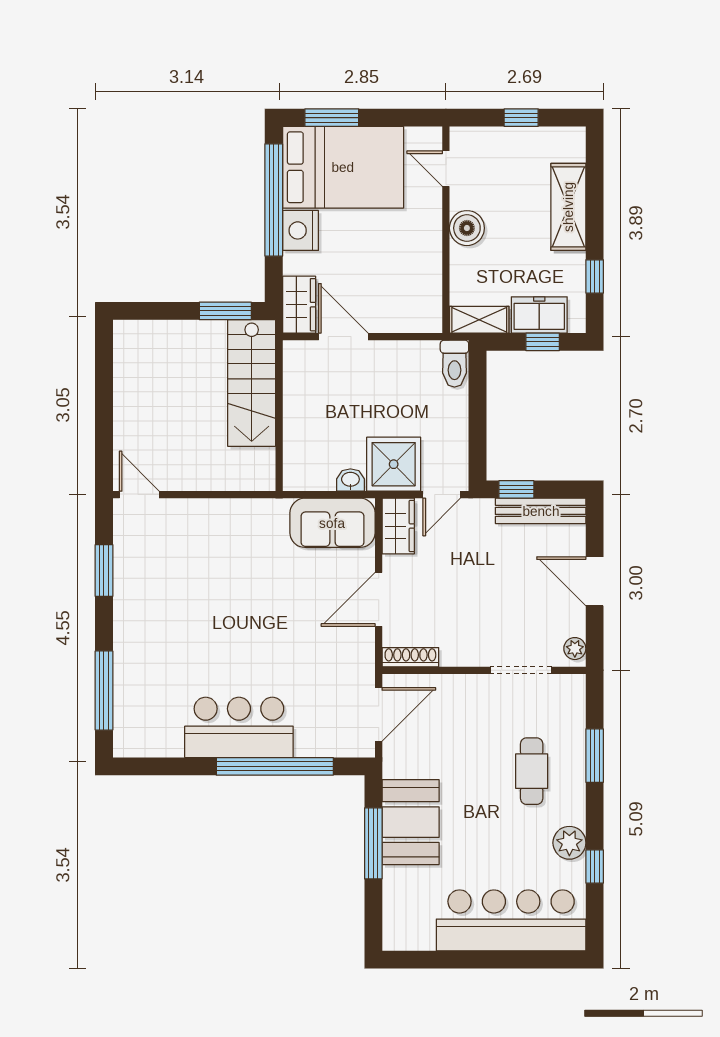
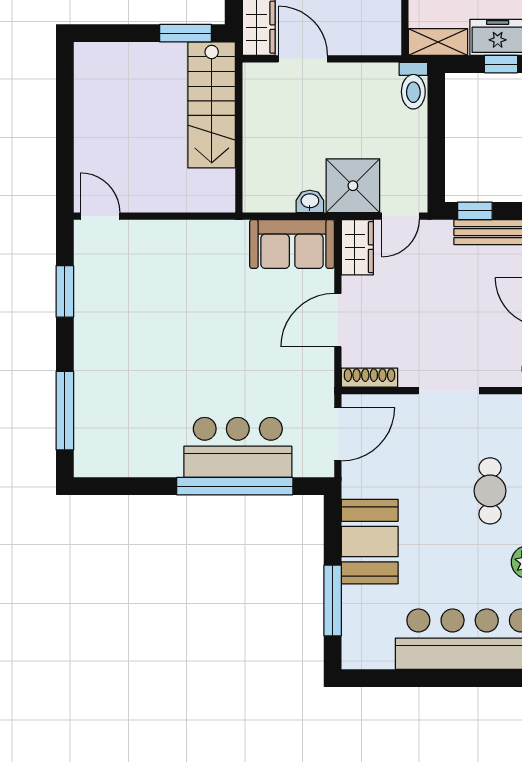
doorway: (521, 670) -> (449, 391), moved
bar counter: (239, 727) -> (238, 447), moved
window: (373, 843) -> (333, 600), moved

